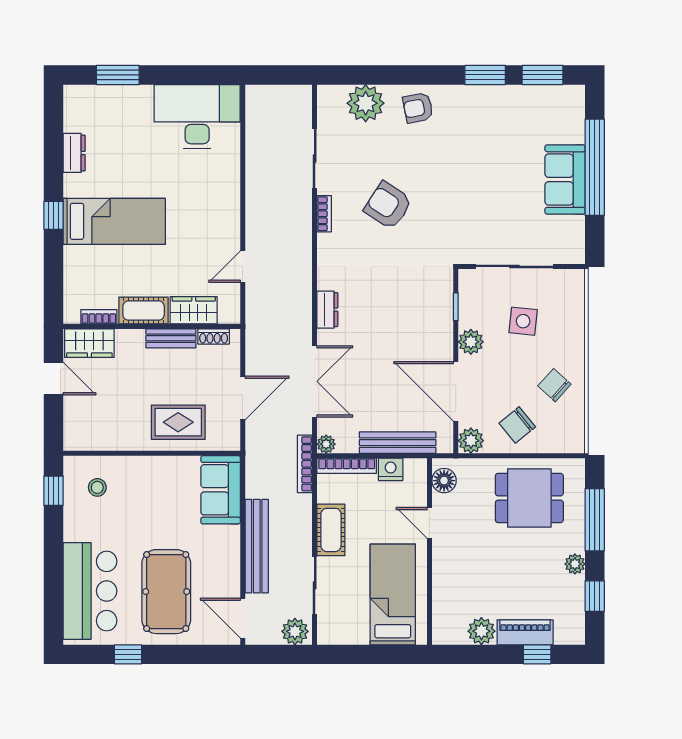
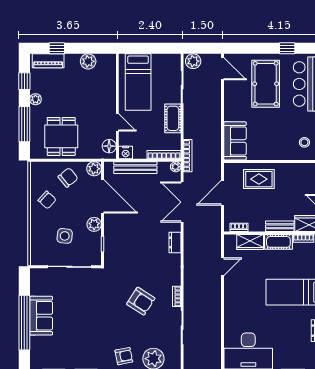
bench: (171, 338) -> (280, 226), moved
nightstand: (391, 469) -> (126, 153), moved
dining table: (529, 498) -> (61, 136), turned 90
bench: (257, 546) -> (215, 109), removed
piano: (525, 632) -> (48, 61), moved

